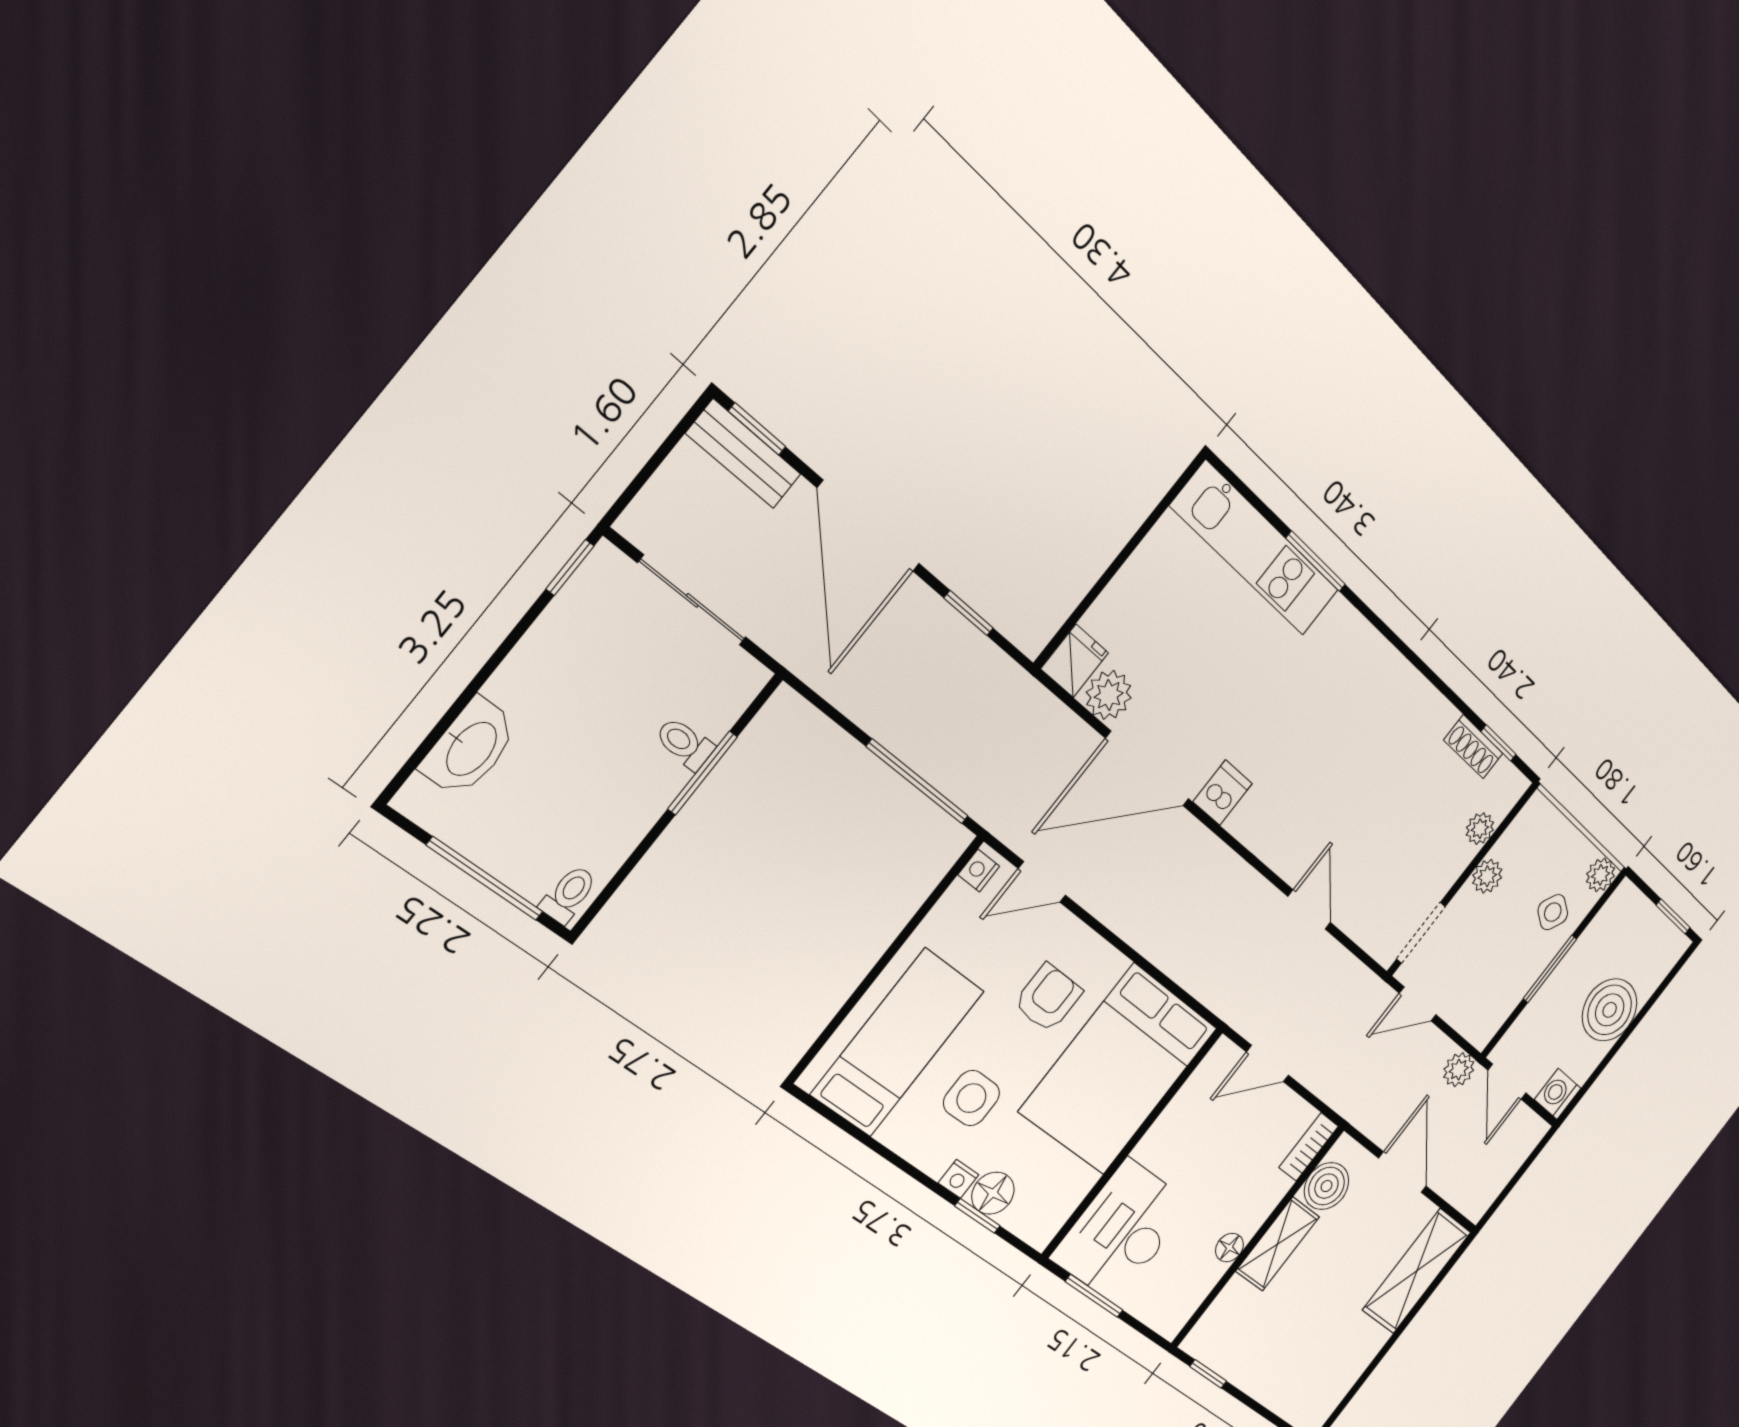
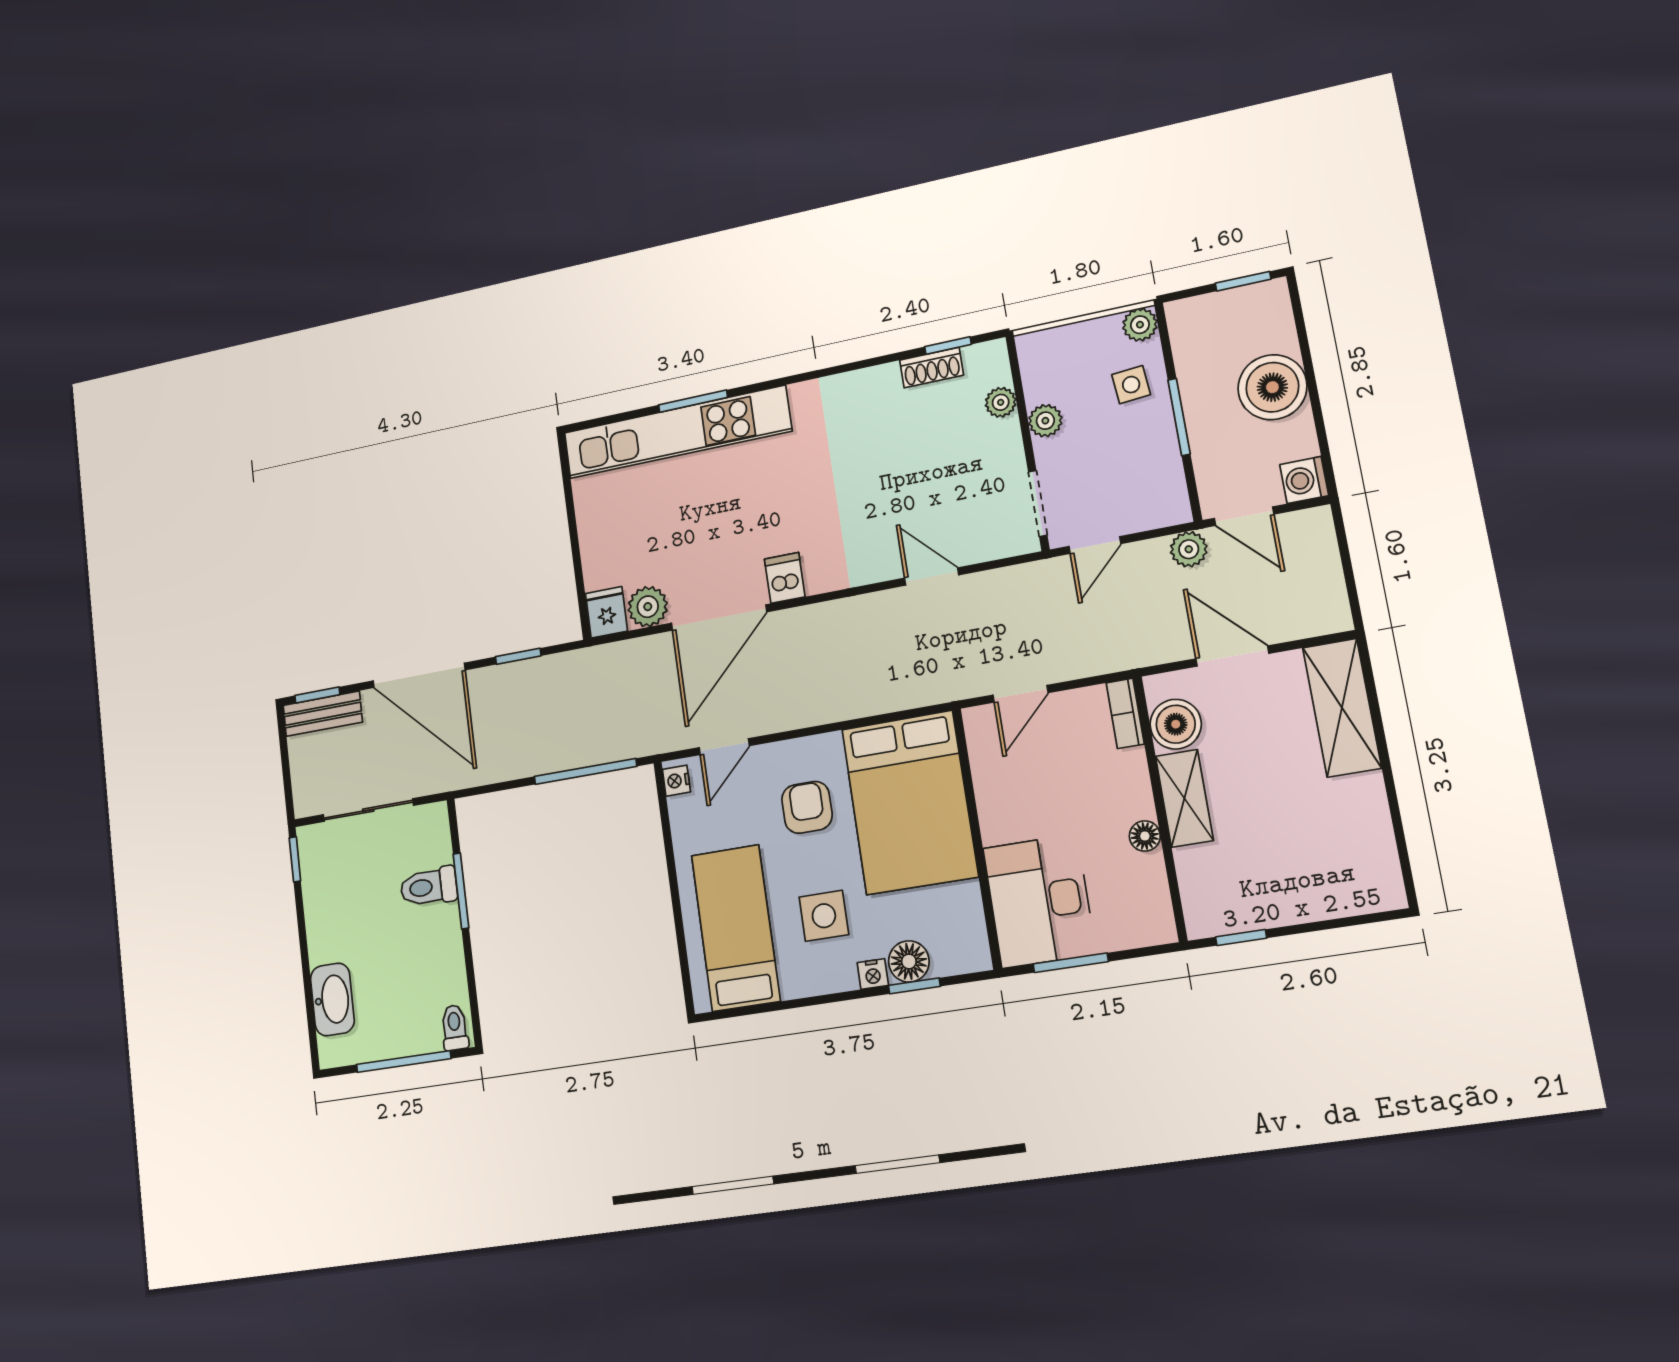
kitchen unit: (1255, 549) -> (677, 432), width x1.36
toilet: (685, 744) -> (429, 887), width x1.37, depth x1.39
side table: (1553, 912) -> (1131, 385), turned -35

